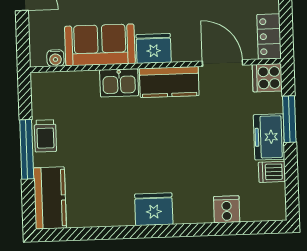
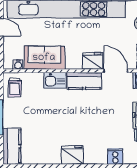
fridge: (154, 48) -> (92, 61), moved
trolley: (45, 136) -> (15, 87), moved

